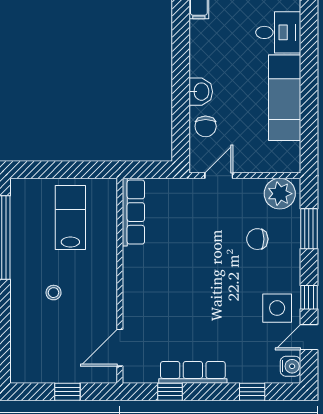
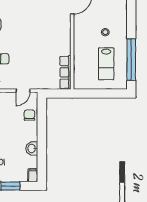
washbasin: (201, 92) -> (32, 148), moved
lab bench: (70, 217) -> (106, 64), moved

